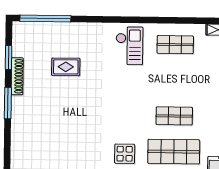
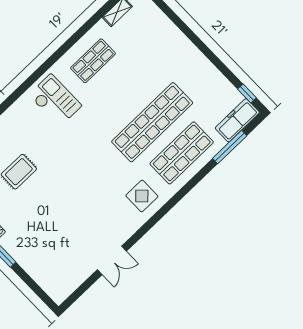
shop shelf: (174, 116) -> (152, 122), width x2.00, depth x1.36

